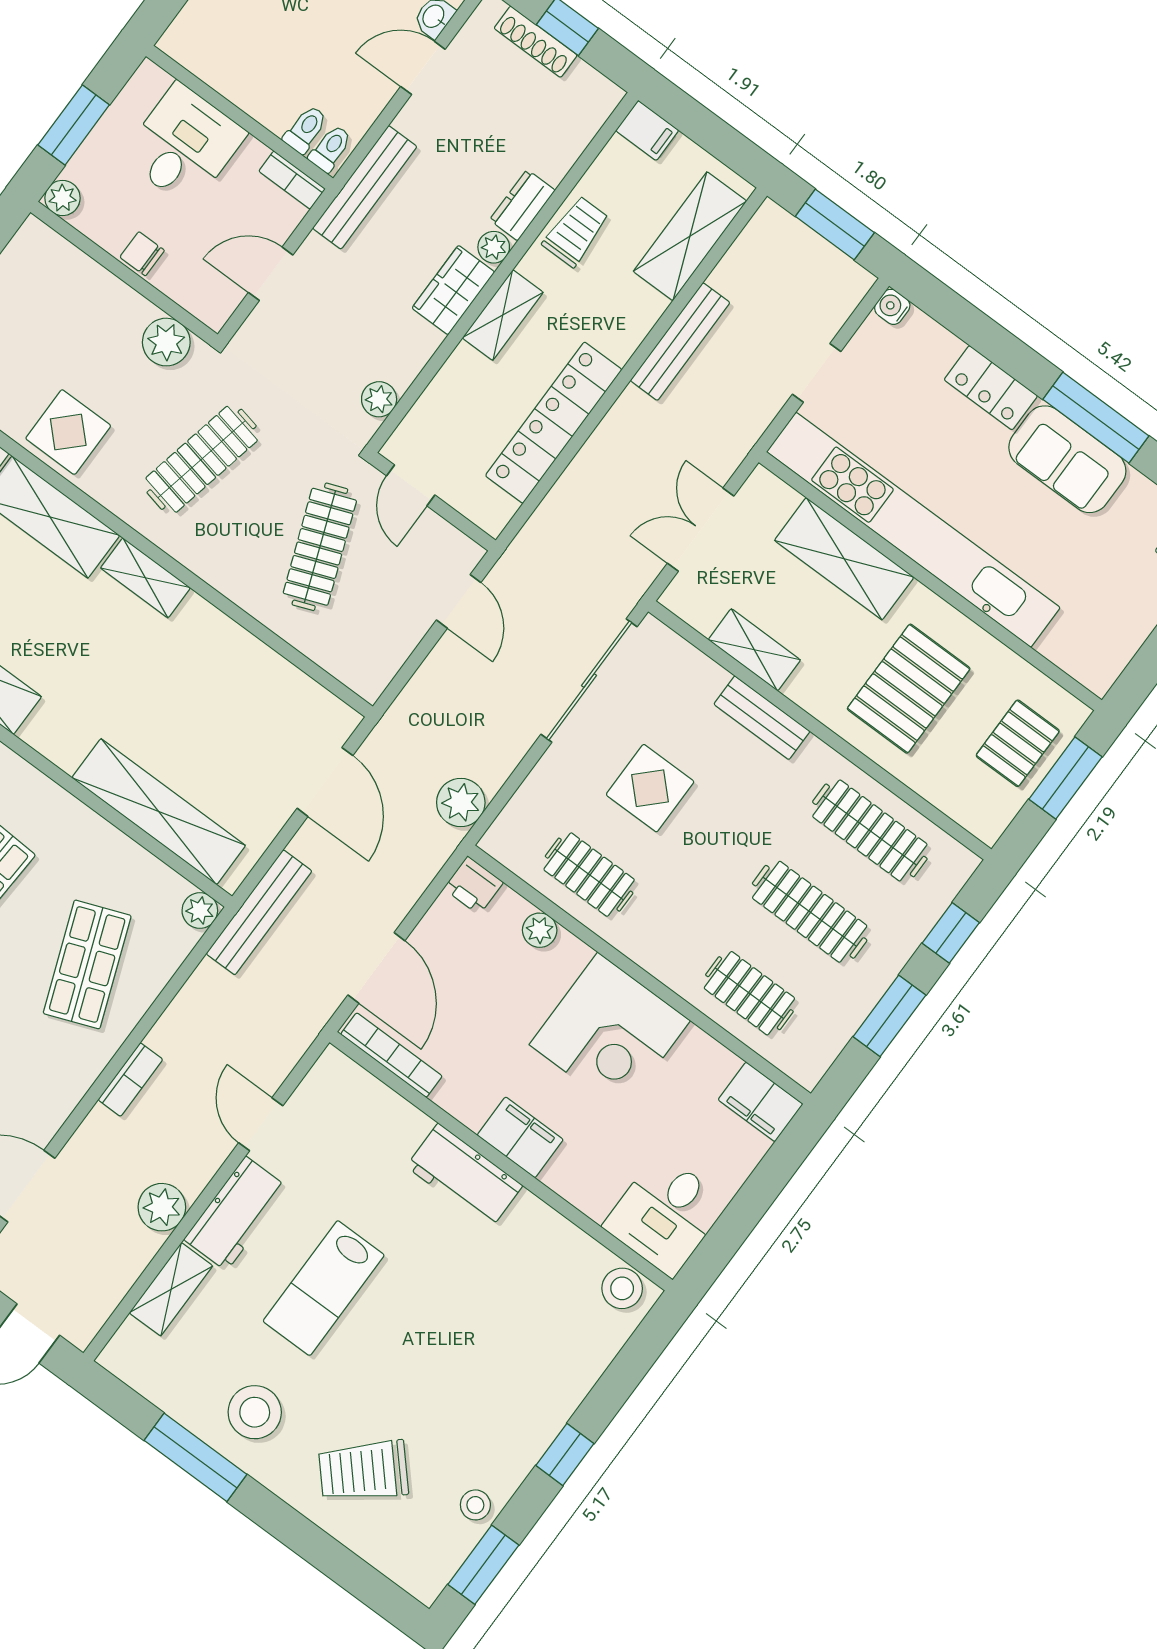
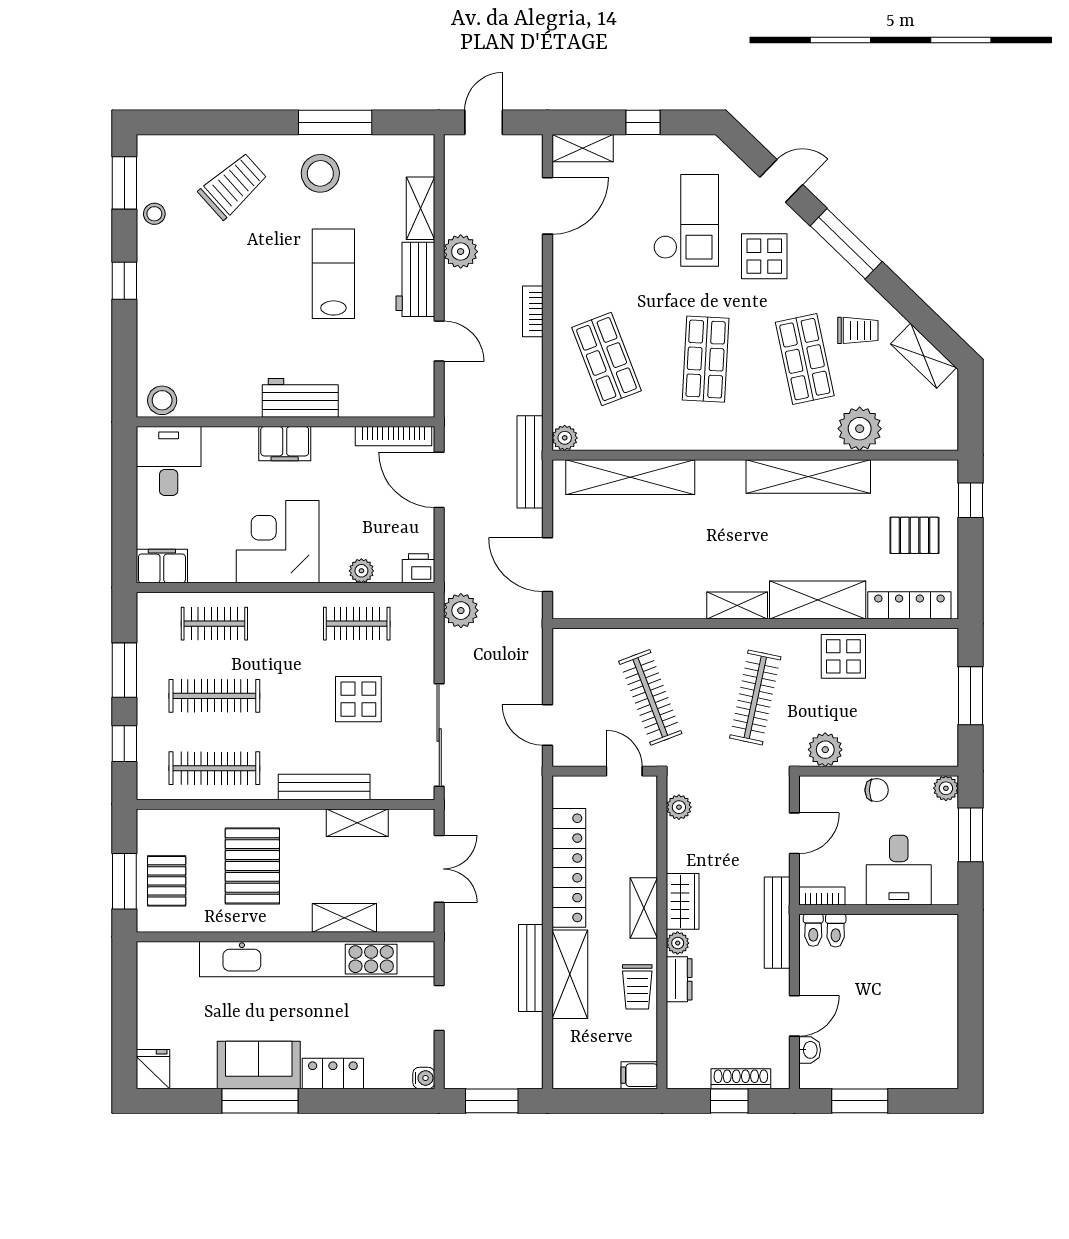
shelving: (690, 236) -> (570, 974), moved
shelving: (844, 559) -> (344, 918), width x0.67, depth x0.75
bench: (762, 718) -> (324, 787), width x1.36

